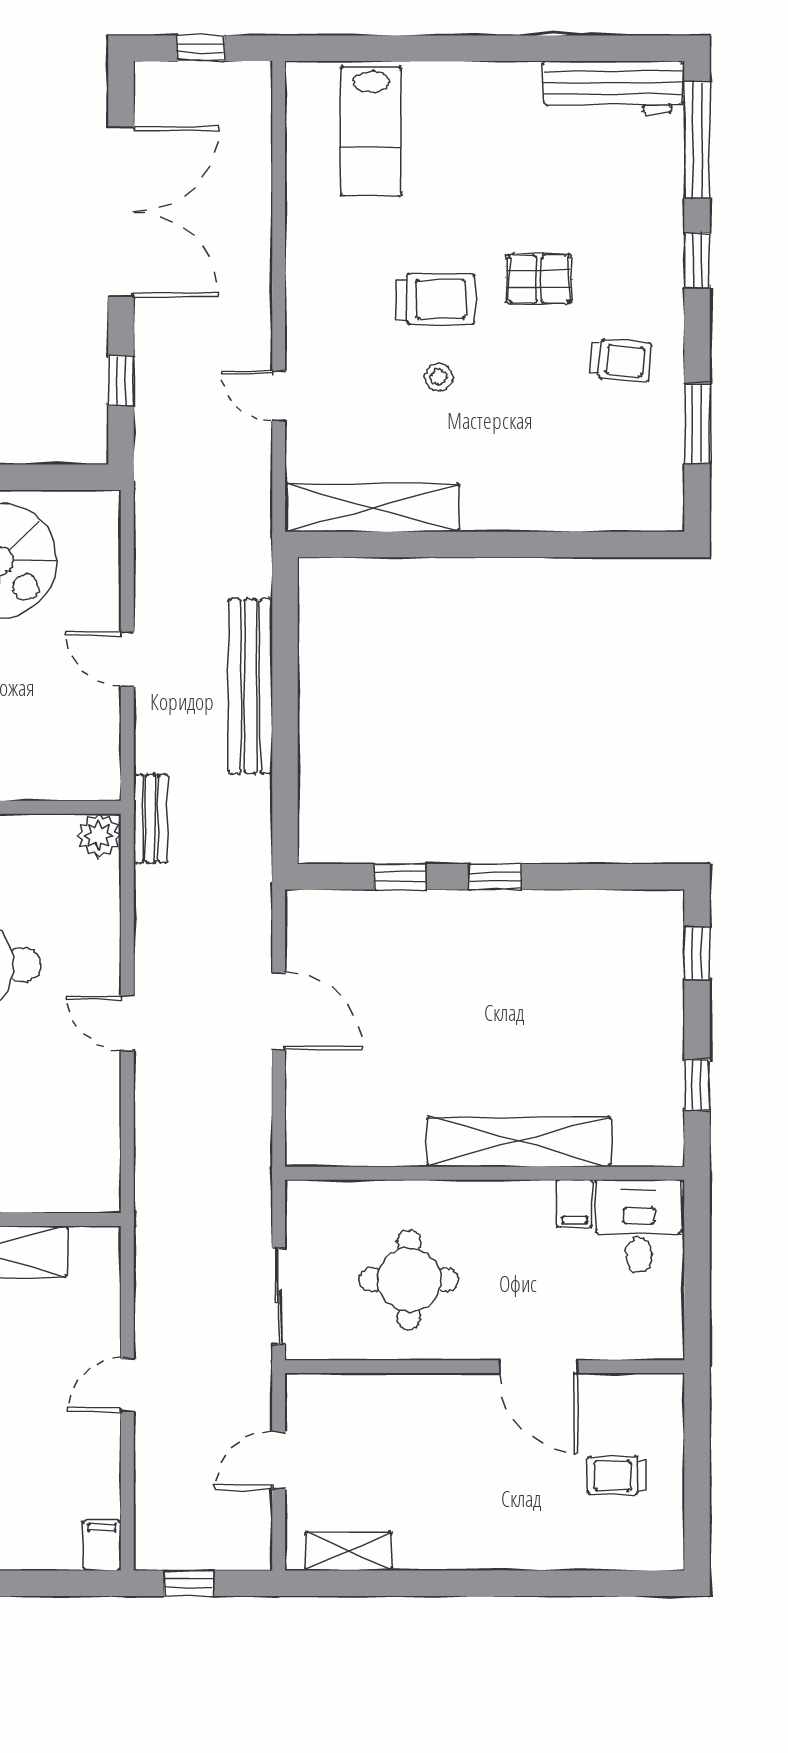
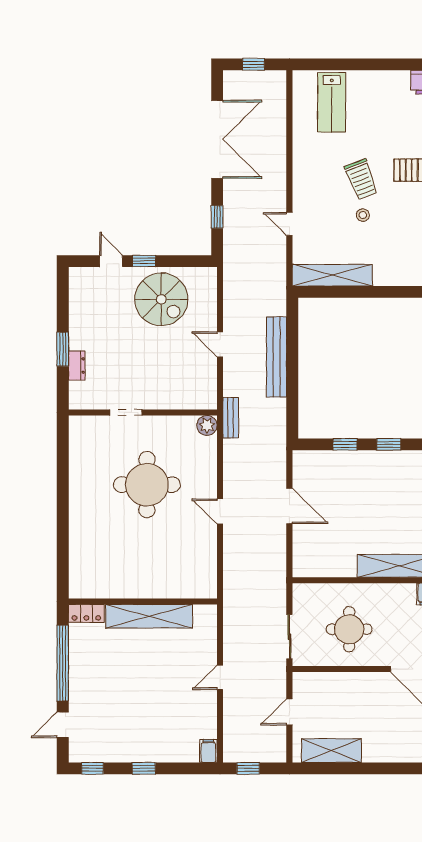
trolley: (435, 299) -> (361, 179), turned 69
shelving: (349, 1551) -> (331, 751), width x1.50, depth x1.33

